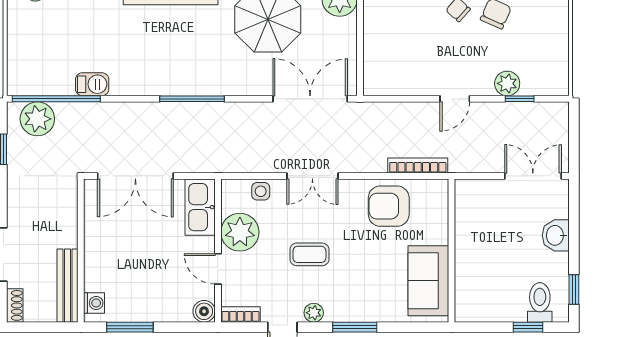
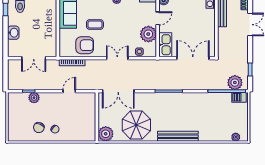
barbecue: (92, 84) -> (239, 97), moved
door: (455, 99) -> (69, 91), moved
double door: (533, 176) -> (34, 58), moved
coffee table: (309, 254) -> (95, 24), moved
door: (218, 269) -> (158, 18), hinge flipped

